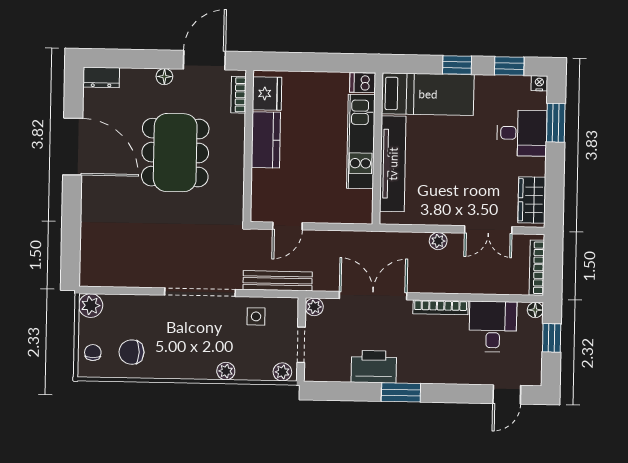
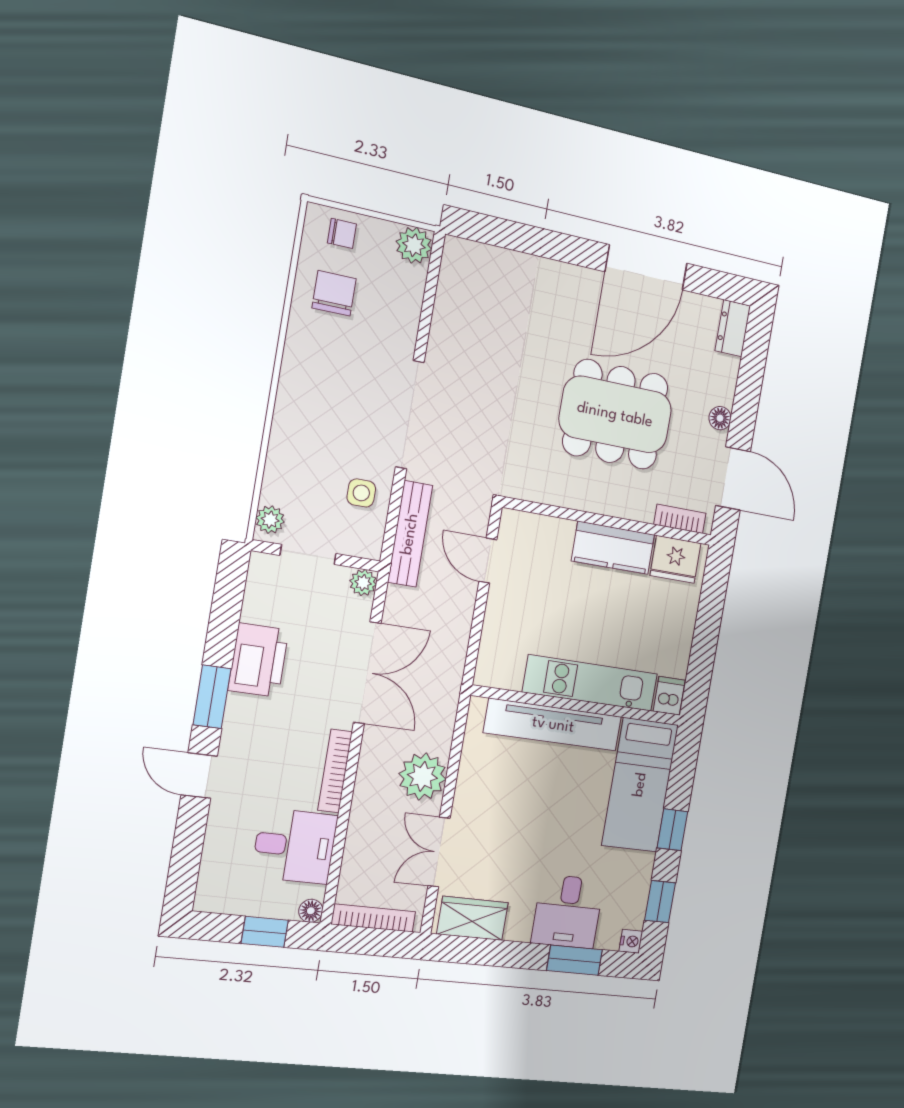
plant: (438, 241) -> (423, 776), width x1.87, depth x1.87
plant: (226, 371) -> (284, 433), removed
door: (507, 394) -> (199, 776), moved

